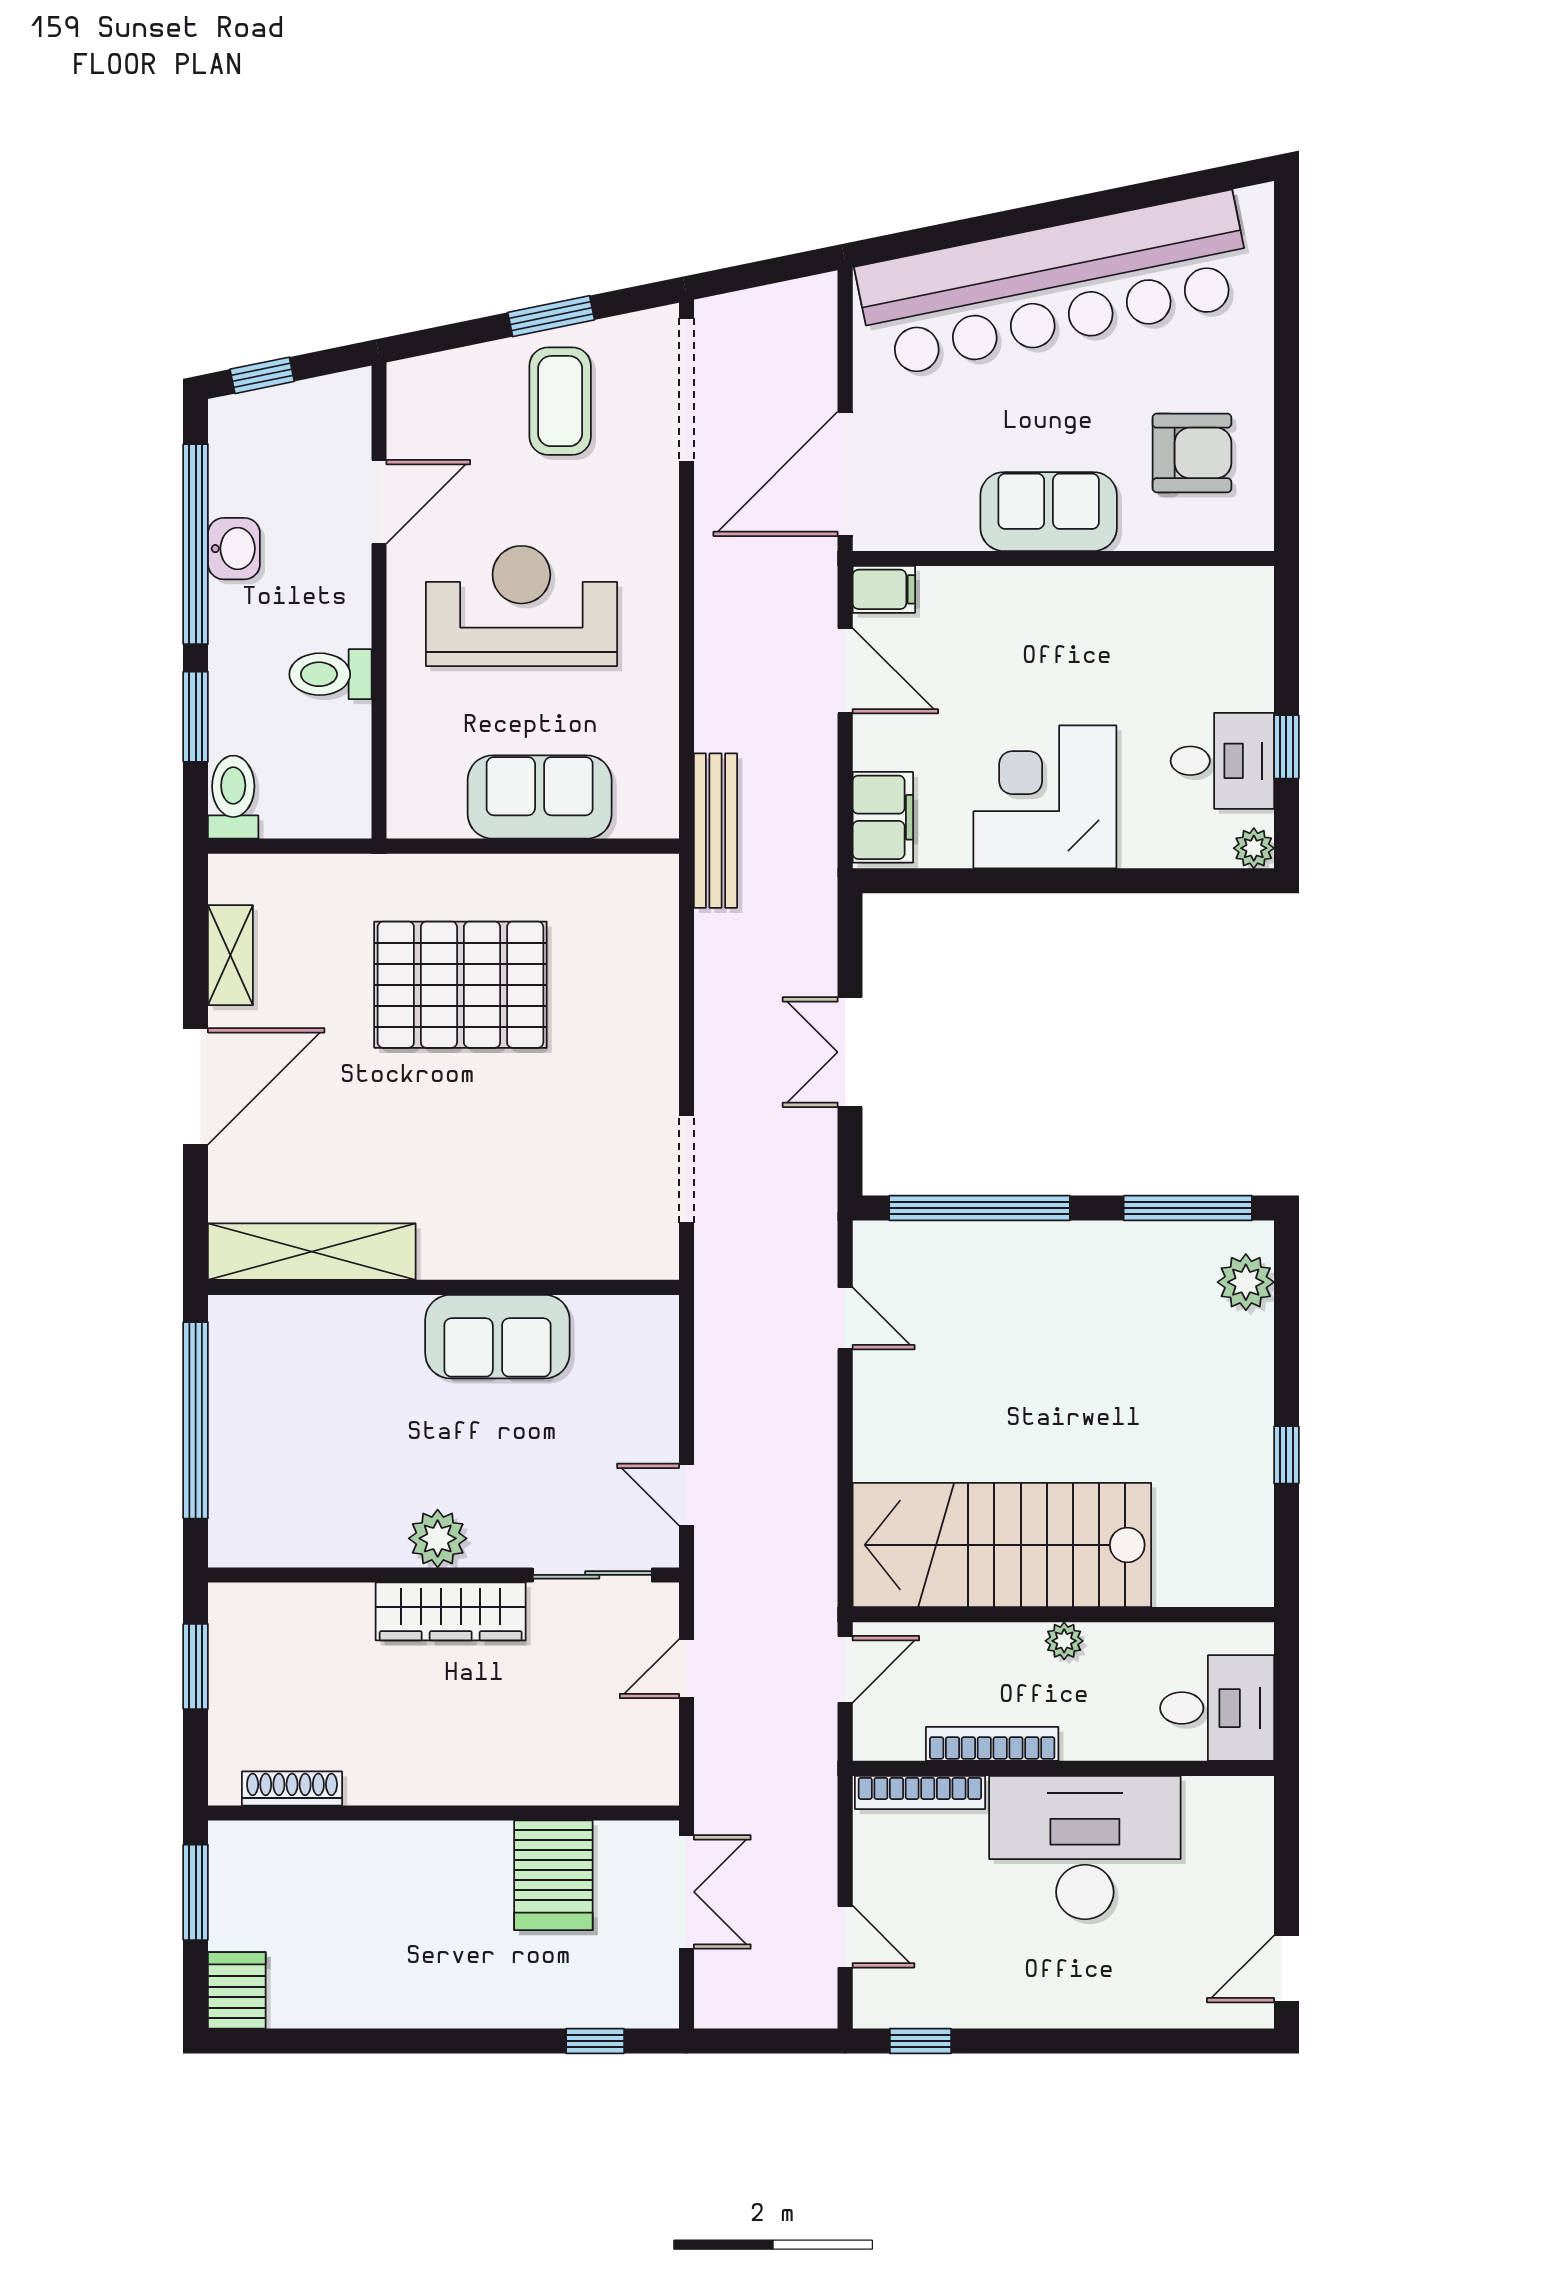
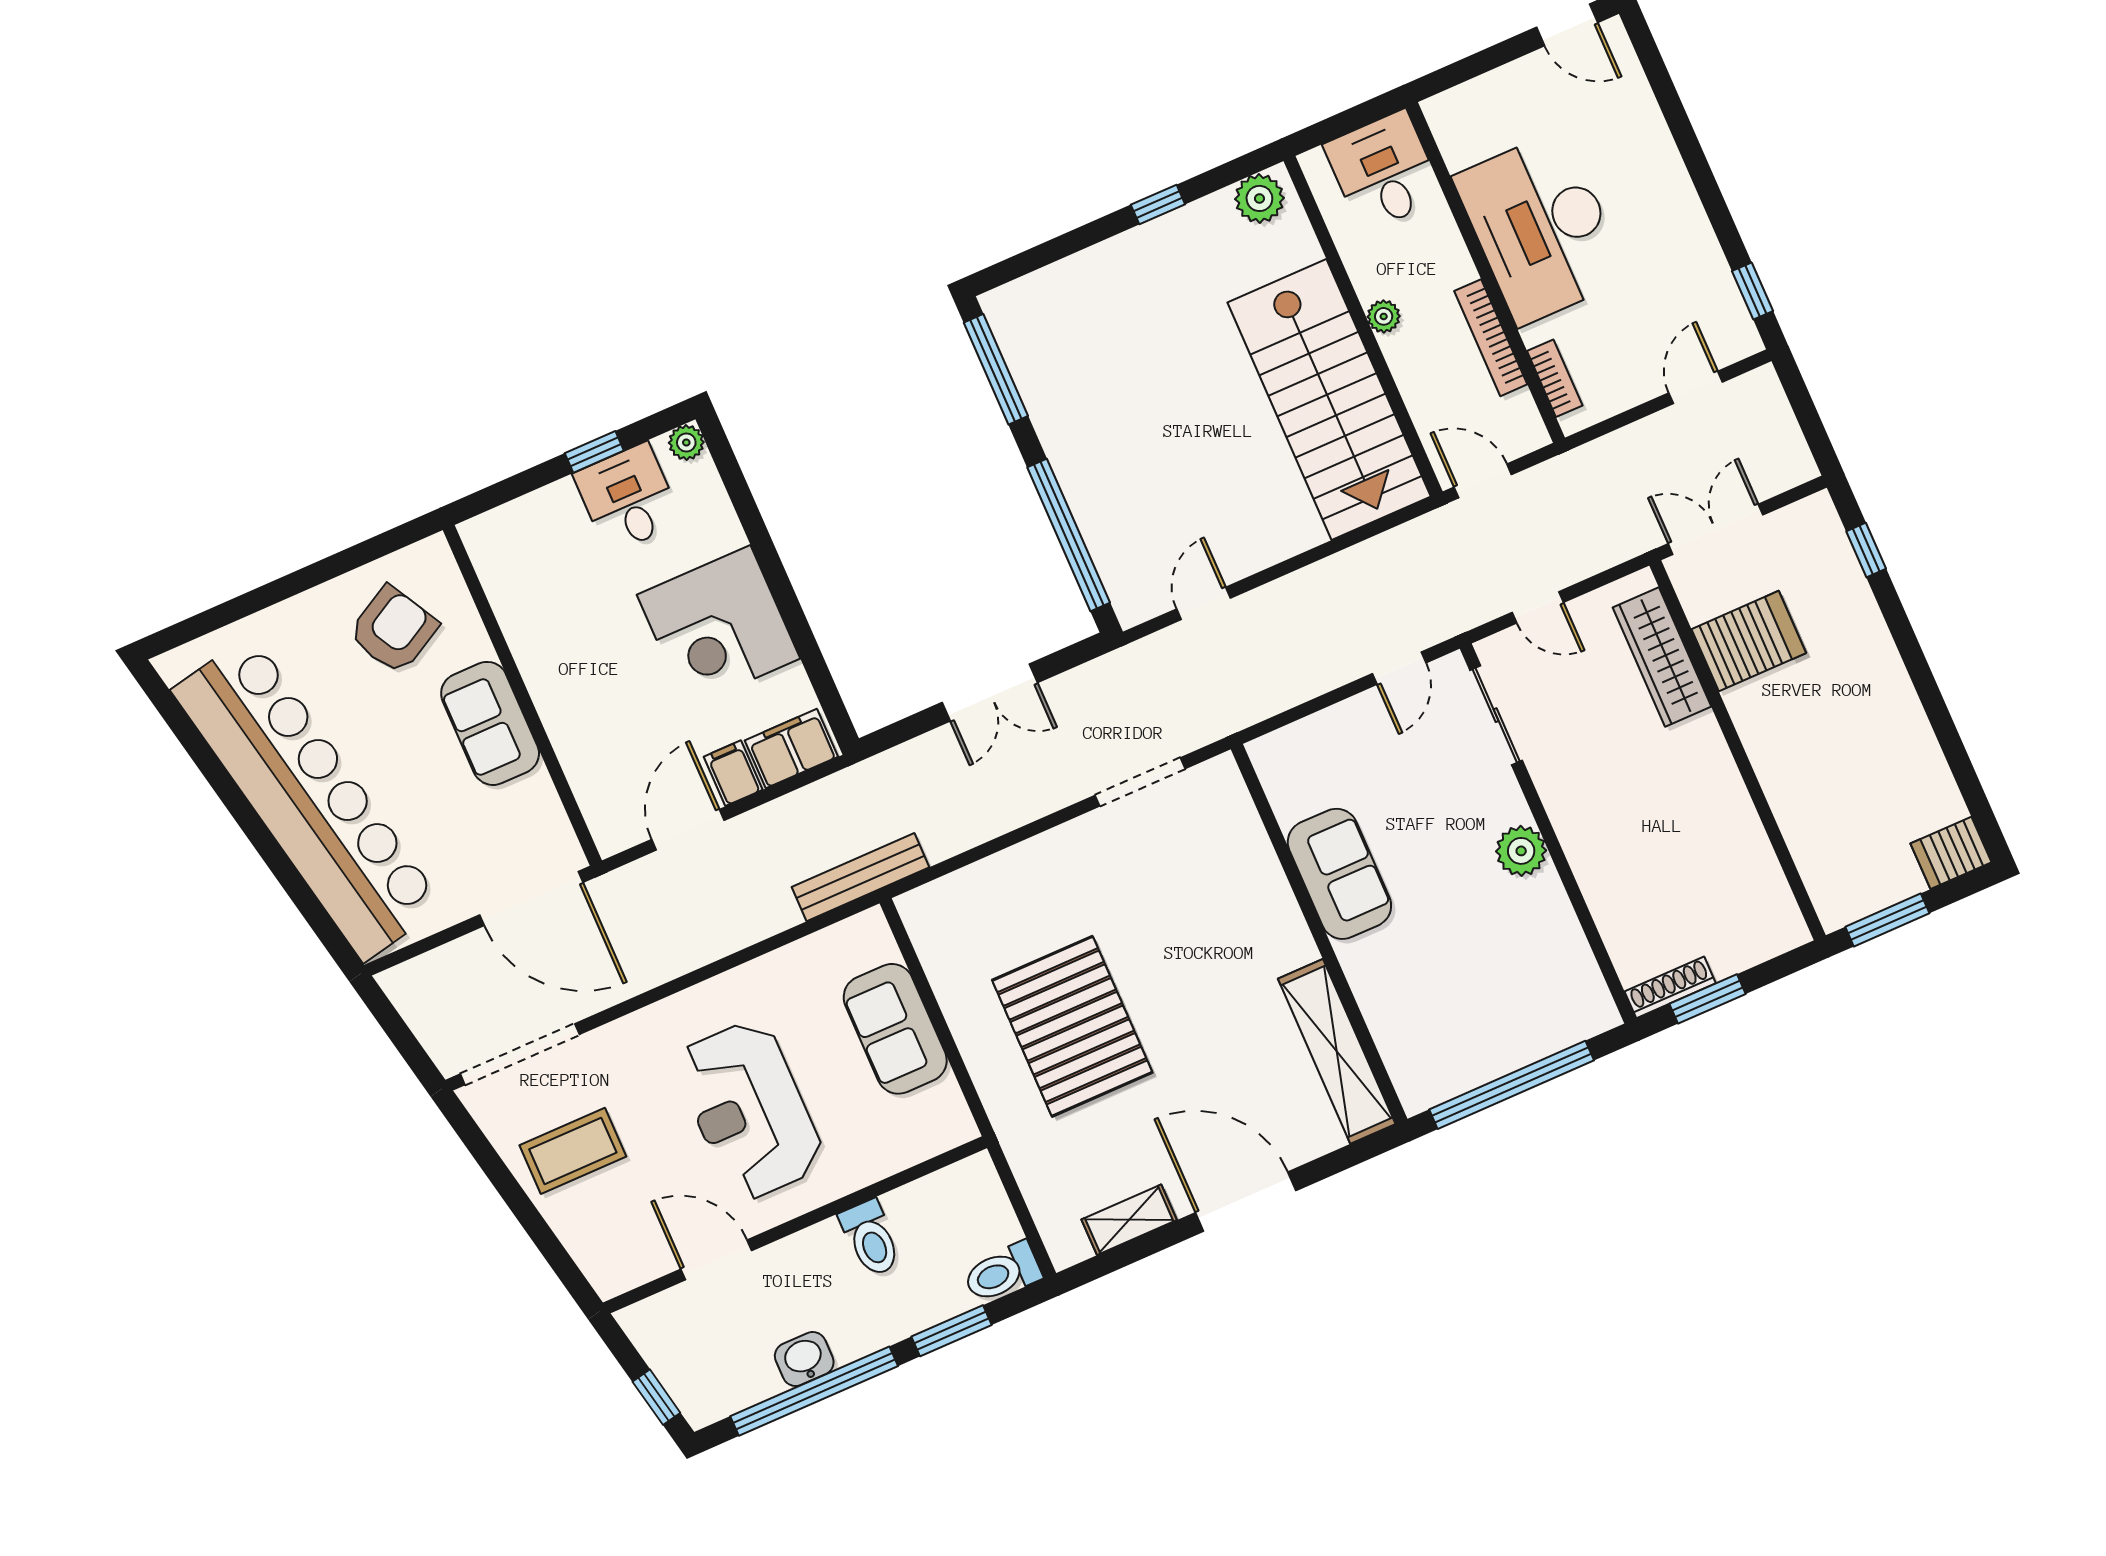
window: (551, 316) -> (508, 1188), removed
armchair: (1192, 453) -> (393, 630), turned 61
filing cabinet: (884, 589) -> (733, 773), moved
plant: (1246, 1282) -> (1259, 198), moved
wardrobe: (451, 1611) -> (1662, 657), moved, turned 180
shoe rack: (292, 1788) -> (1670, 987), moved, turned 90
bookcase: (920, 1792) -> (1555, 378), width x0.64

